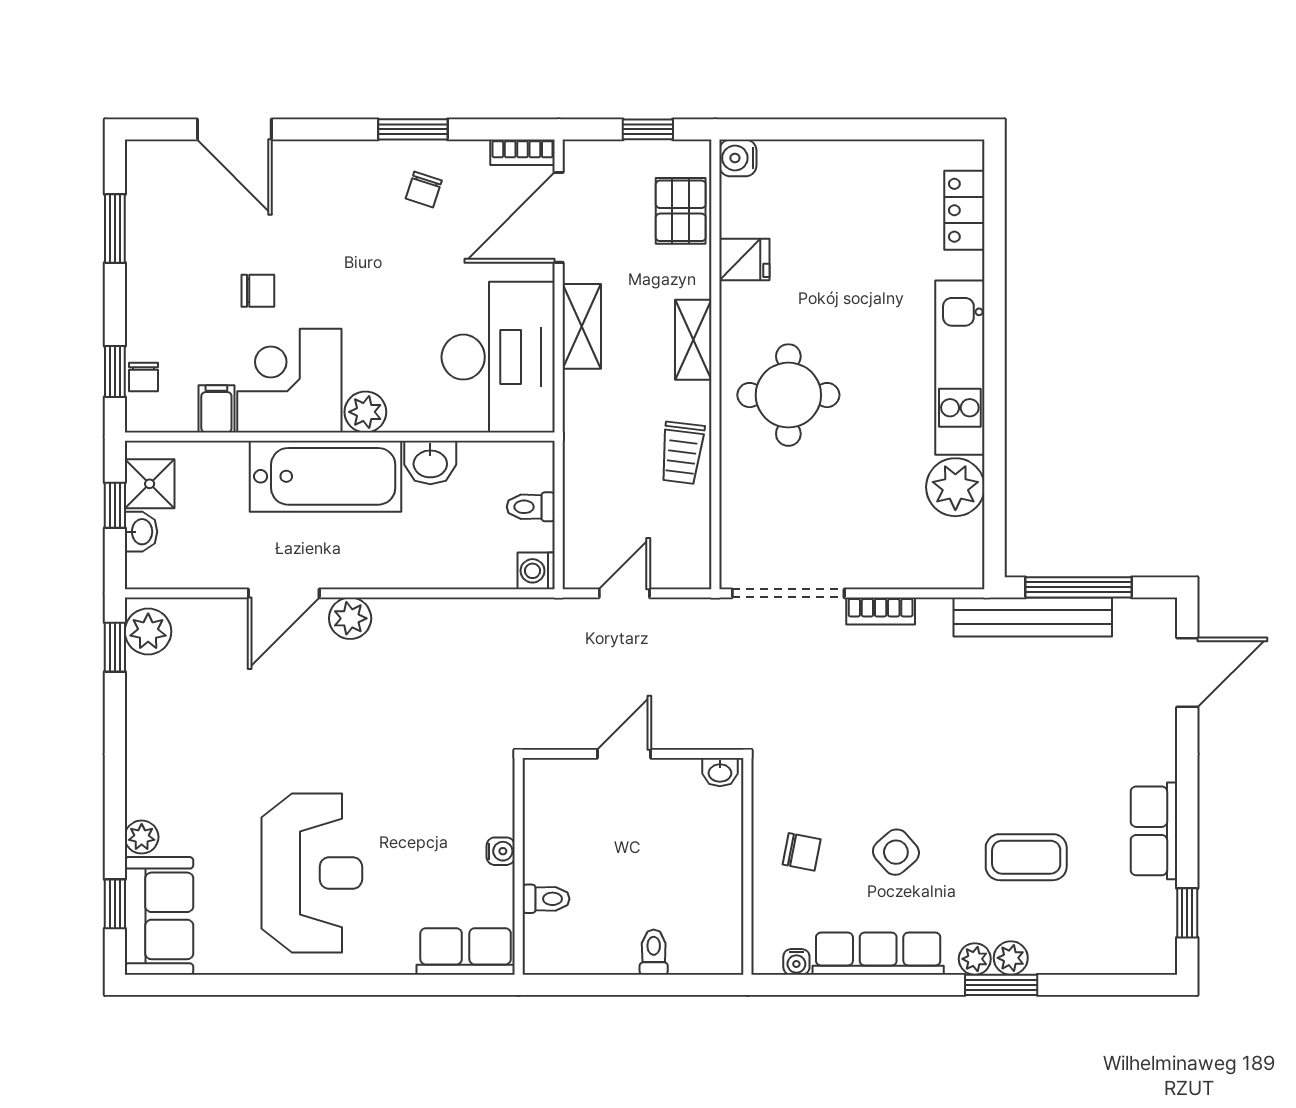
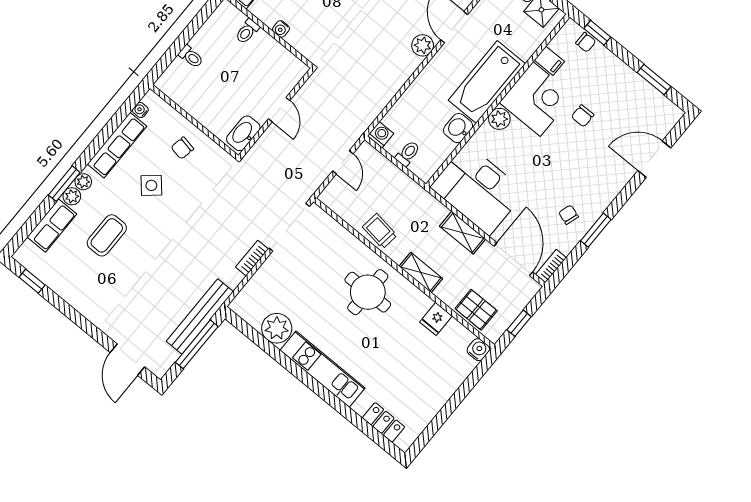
chair: (143, 377) -> (586, 42), turned 180
washbasin: (720, 772) -> (243, 133), width x1.91, depth x1.45
row of seats: (1154, 831) -> (52, 226), moved, turned 90

